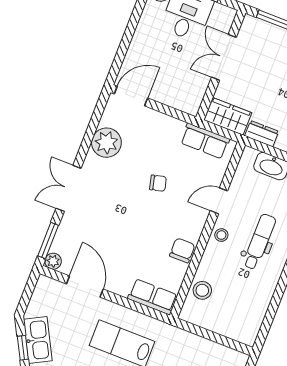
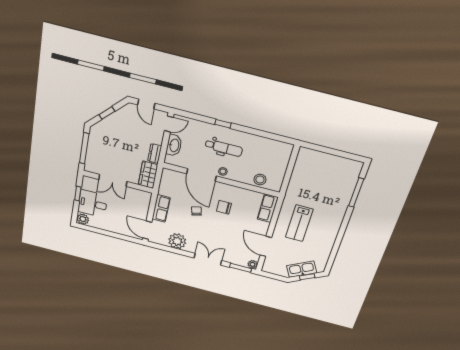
row of seats: (205, 141) -> (161, 208), moved
double door: (69, 188) -> (208, 259), swing flipped
door: (219, 201) -> (201, 175), width x1.87
dental chair: (259, 242) -> (224, 148), turned 180
chair: (182, 250) -> (224, 207), moved
door: (85, 287) -> (266, 246), hinge flipped

